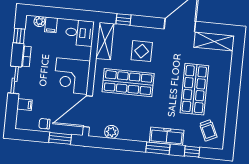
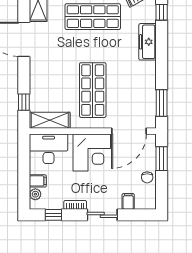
desk: (80, 33) -> (49, 149), width x1.37
display table: (142, 51) -> (57, 79), removed
door: (88, 111) -> (129, 131), hinge flipped
plant: (111, 132) -> (149, 103), removed
window: (158, 148) -> (162, 103), moved

